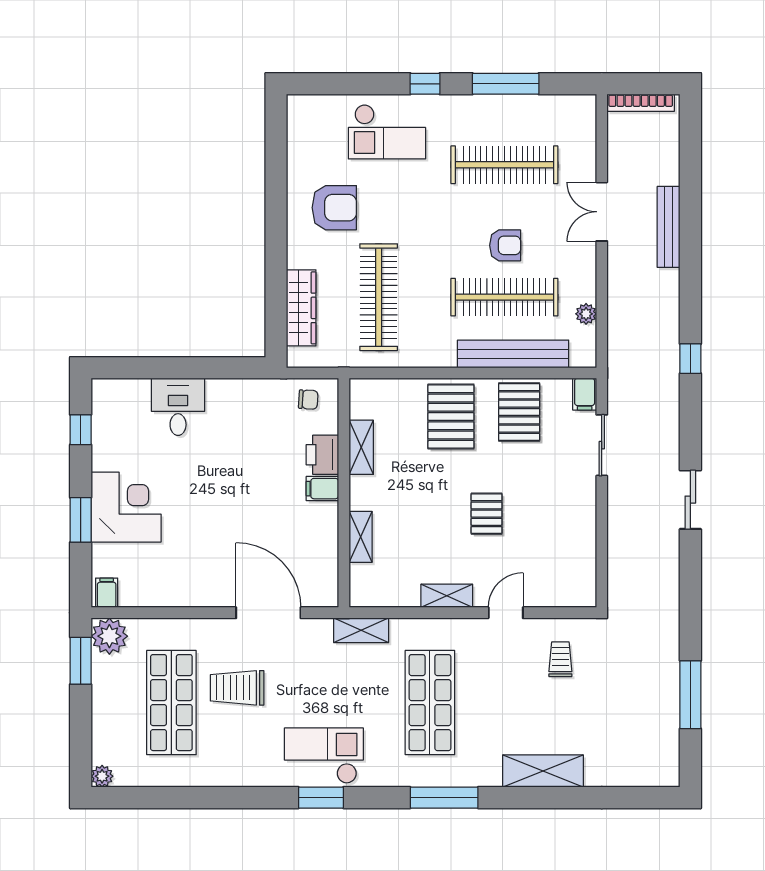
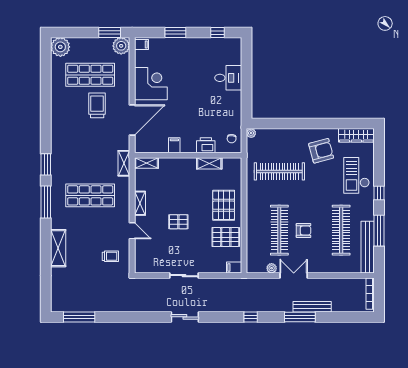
armchair: (334, 208) -> (321, 151), turned -105
double door: (602, 212) -> (294, 276), moved
armchair: (505, 245) -> (304, 230), turned -90
window: (690, 253) -> (300, 317), added
wardrobe: (301, 308) -> (356, 135), moved
bench: (513, 354) -> (368, 247), moved
plant: (296, 358) -> (251, 133), added
pallet: (451, 417) -> (224, 205), turned 90
sliding door: (602, 445) -> (184, 276), moved
filing cabinet: (322, 489) -> (174, 145), moved
corner desk: (126, 507) -> (151, 84), moved, turned -90
shelving: (361, 537) -> (146, 163), moved
window: (690, 695) -> (79, 317), moved
checkout: (324, 756) -> (65, 146), removed
plant: (102, 776) -> (60, 47), width x1.88, depth x1.88
window: (321, 798) -> (46, 164), moved

